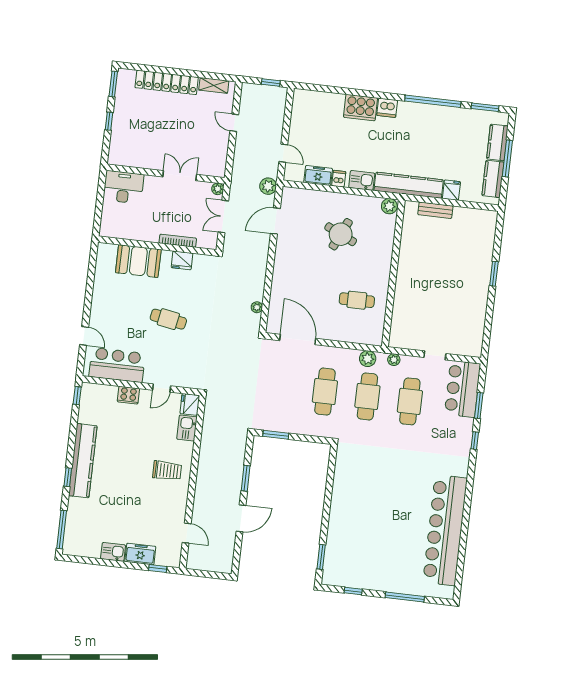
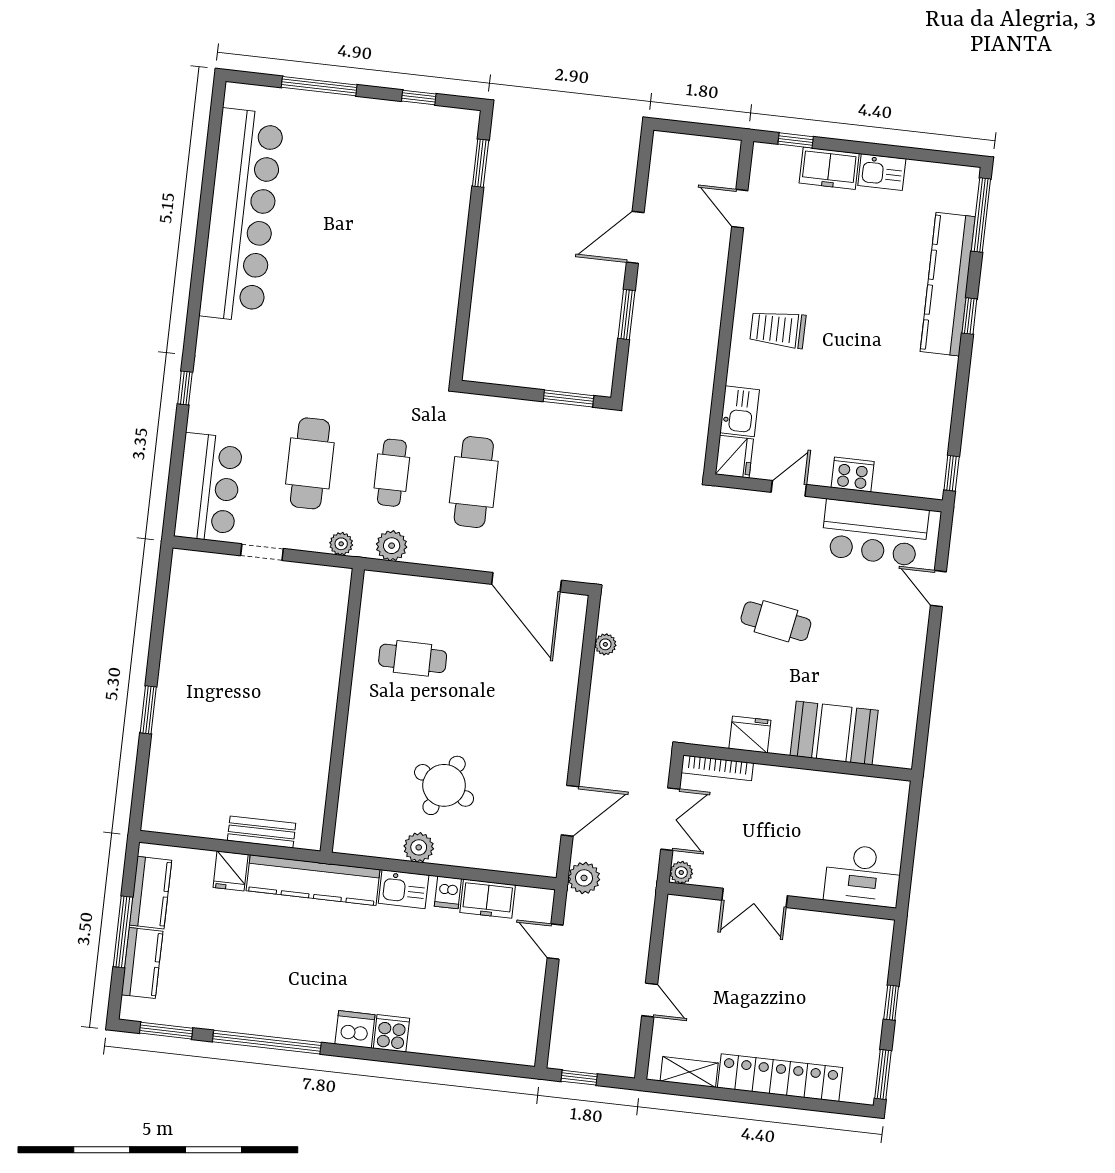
cooker: (361, 108) -> (391, 1033), width x0.53, depth x0.76
plant: (389, 206) -> (419, 847), moved
bookcase: (178, 241) -> (717, 768), moved
cafe table: (367, 396) -> (392, 473), width x0.73, depth x0.74
window: (479, 405) -> (177, 456), removed
kitchen counter: (83, 461) -> (948, 284), moved

